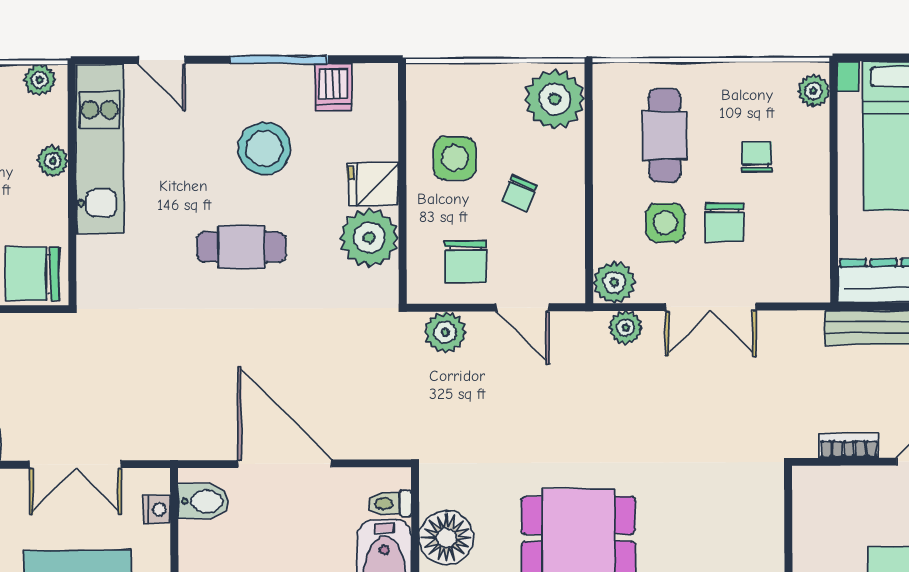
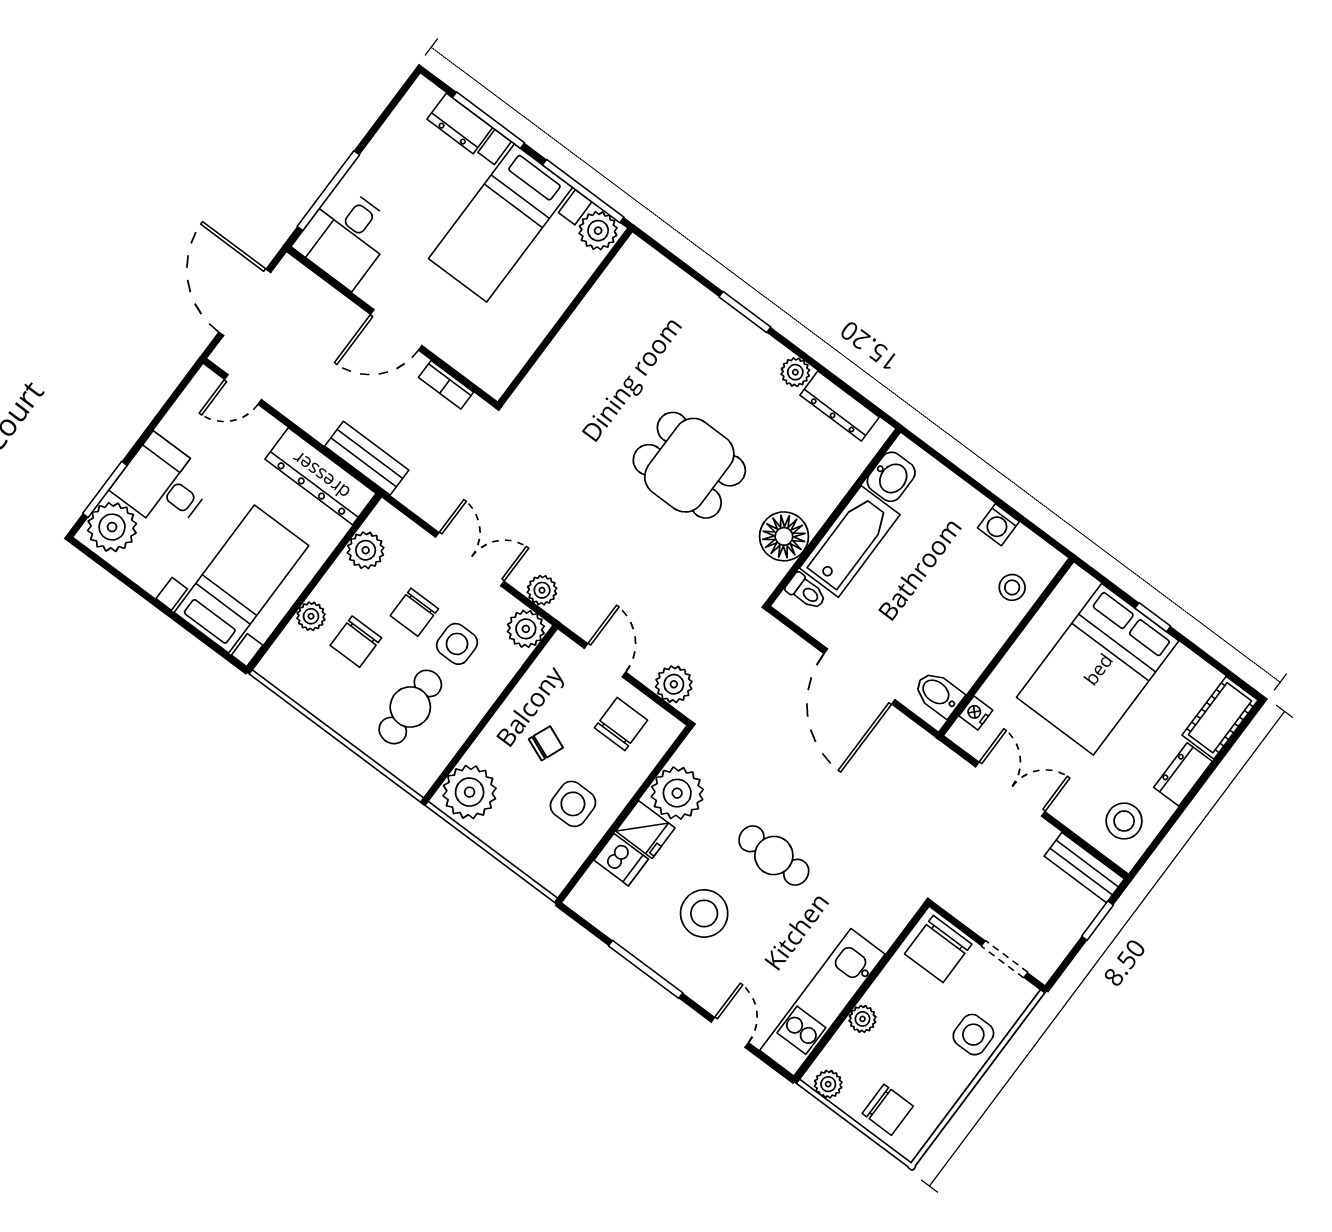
dishwasher: (333, 87) -> (621, 860), moved, turned 90
plant: (814, 91) -> (311, 616), moved
chair: (757, 157) -> (356, 642), width x1.37, depth x1.37
chair: (724, 222) -> (414, 612), turned 180
plant: (809, 245) -> (366, 550), added
chair: (32, 274) -> (938, 949), turned 90

